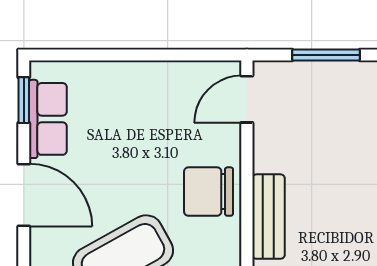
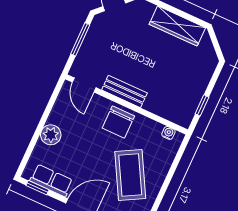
plant: (130, 80) -> (51, 135), added
bench: (268, 217) -> (124, 91), moved

